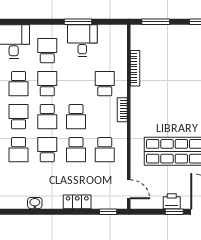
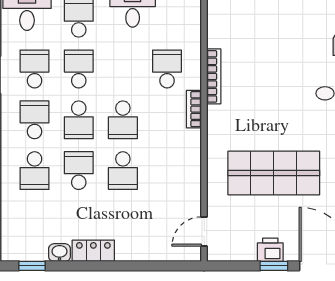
bookcase: (135, 68) -> (214, 76), moved
school desk: (19, 84) -> (35, 69), turned 180
school desk: (105, 150) -> (167, 171), removed
door: (129, 189) -> (204, 232), swing flipped
locker: (77, 202) -> (93, 251), moved
window: (108, 212) -> (32, 266), moved

